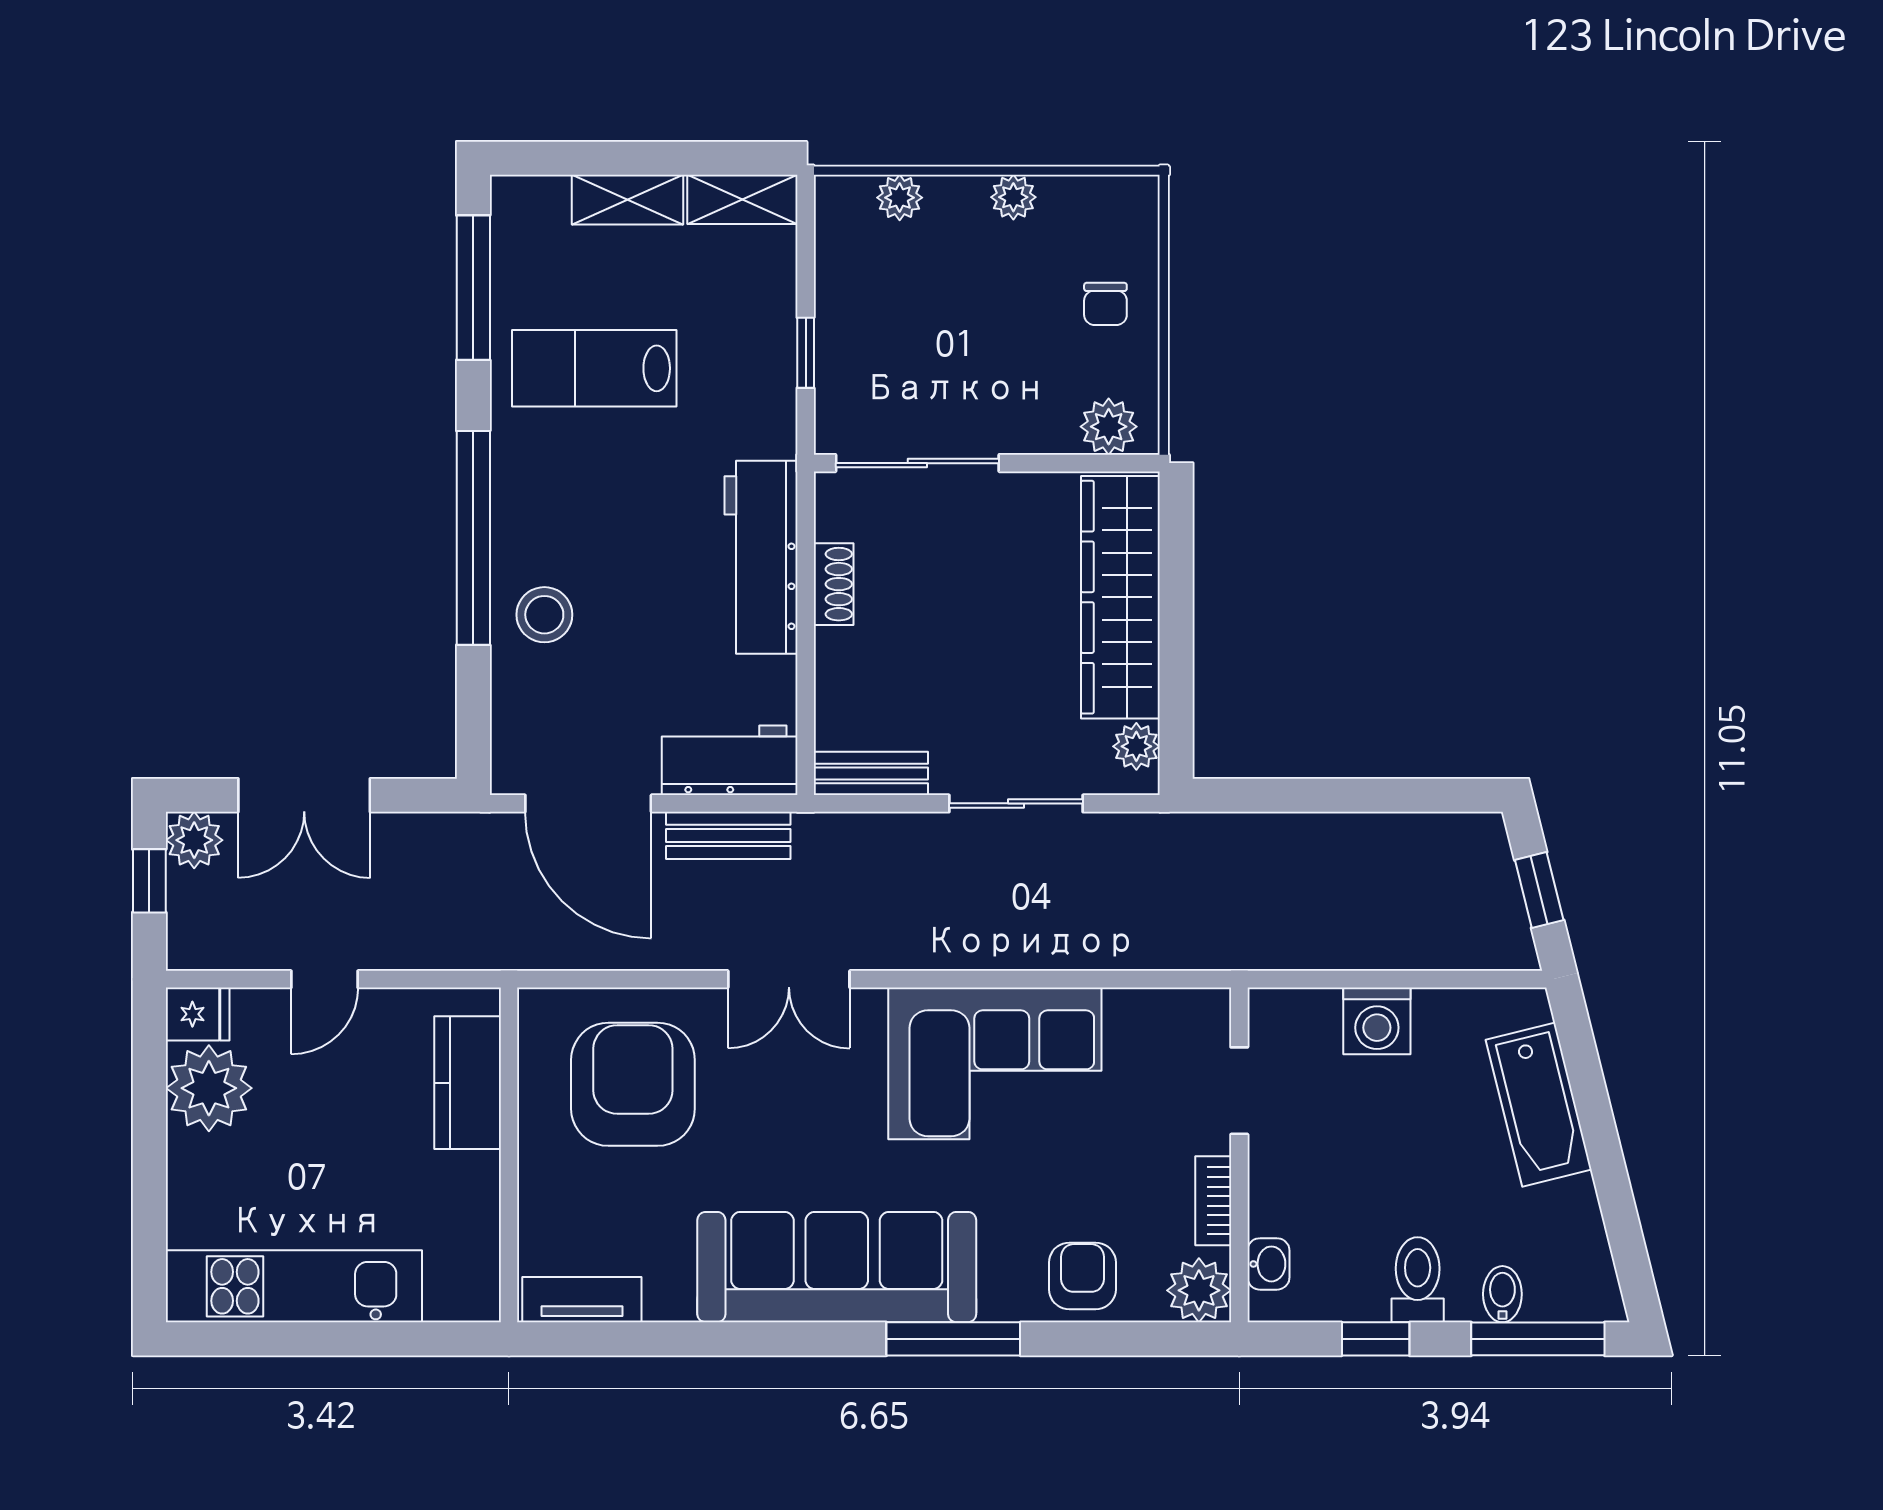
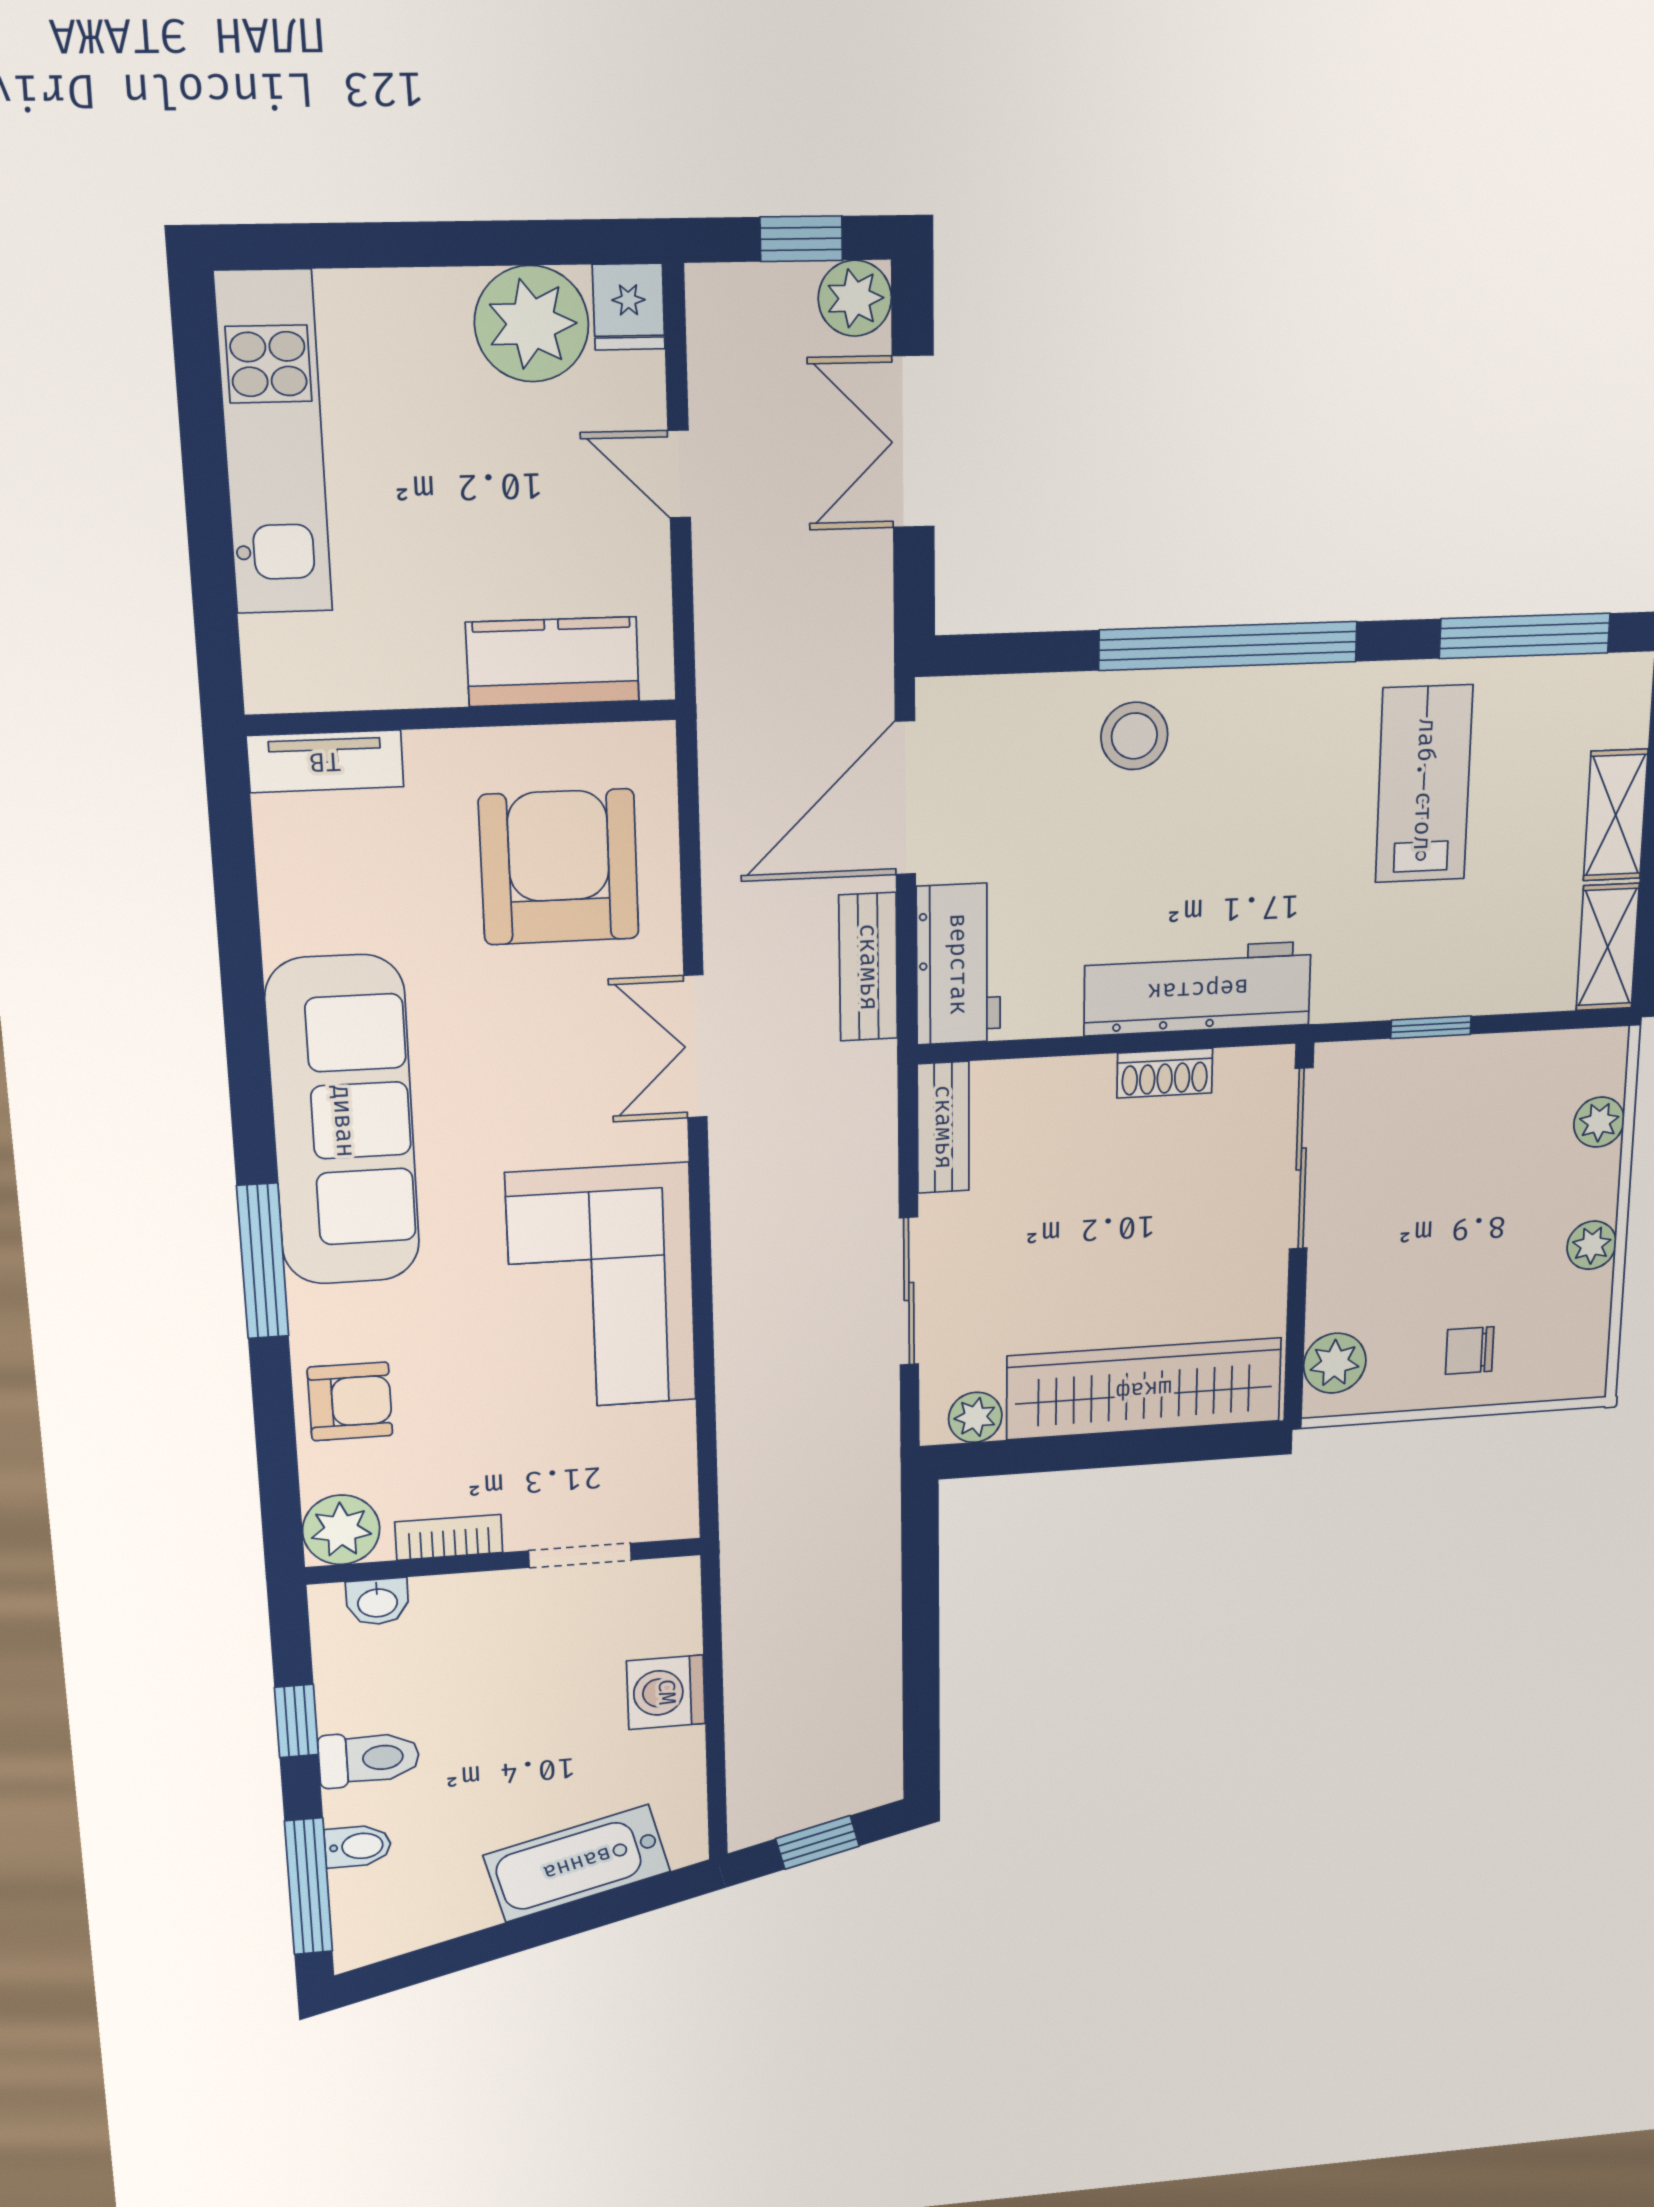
armchair: (633, 1084) -> (559, 867), turned -90
tv unit: (582, 1300) -> (325, 761), moved, turned 90

